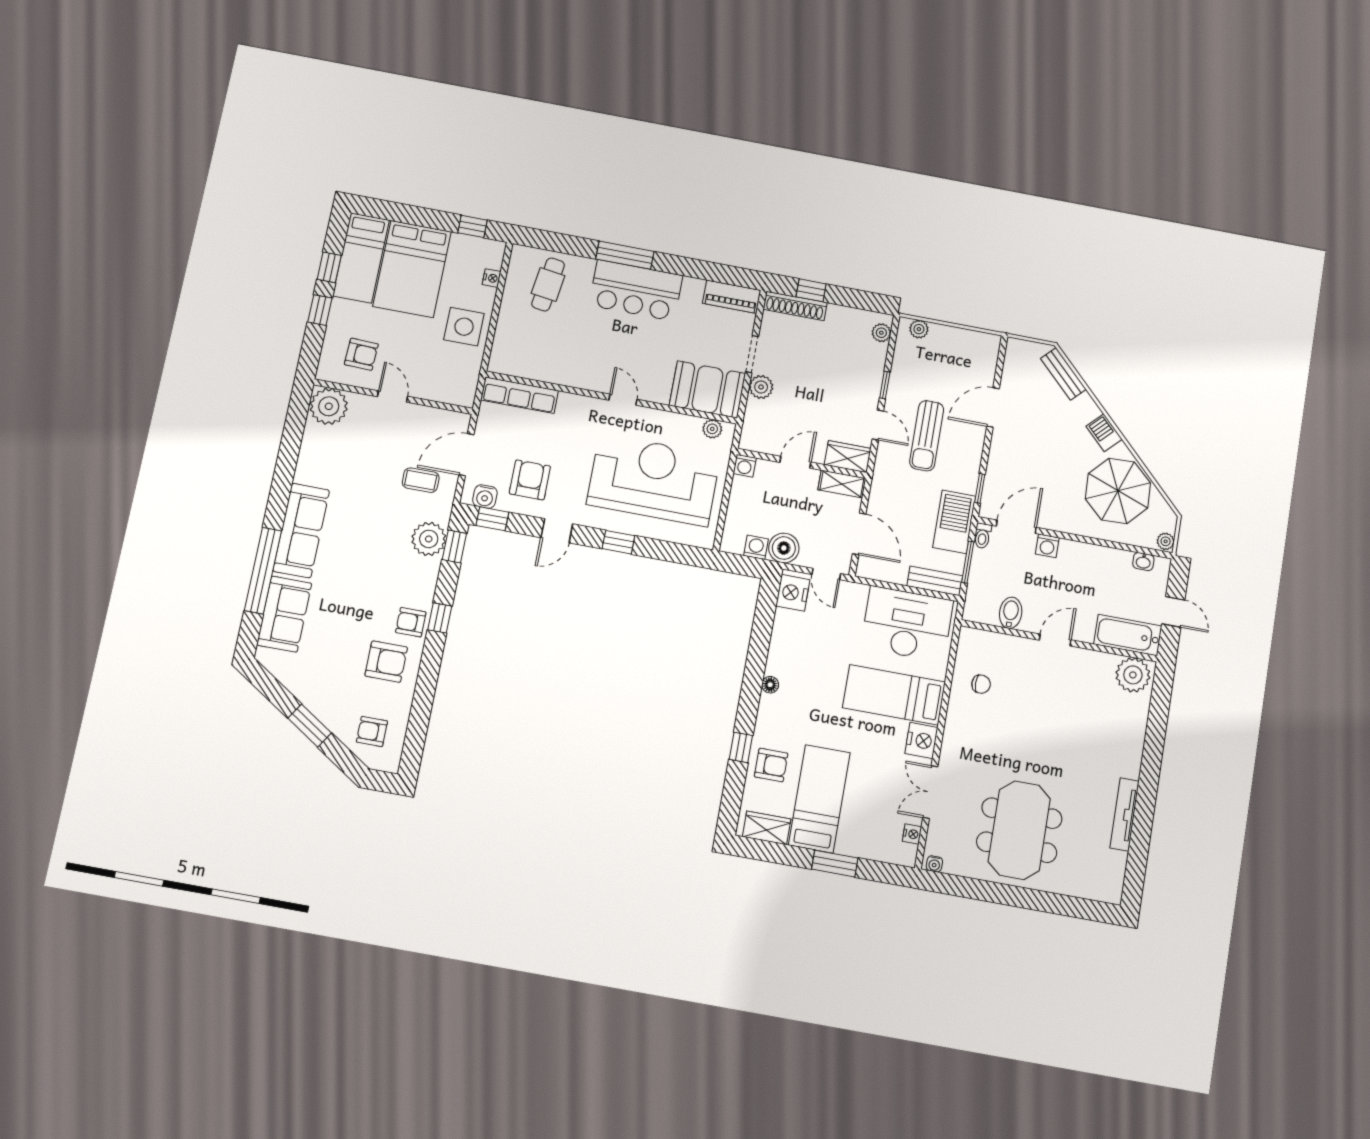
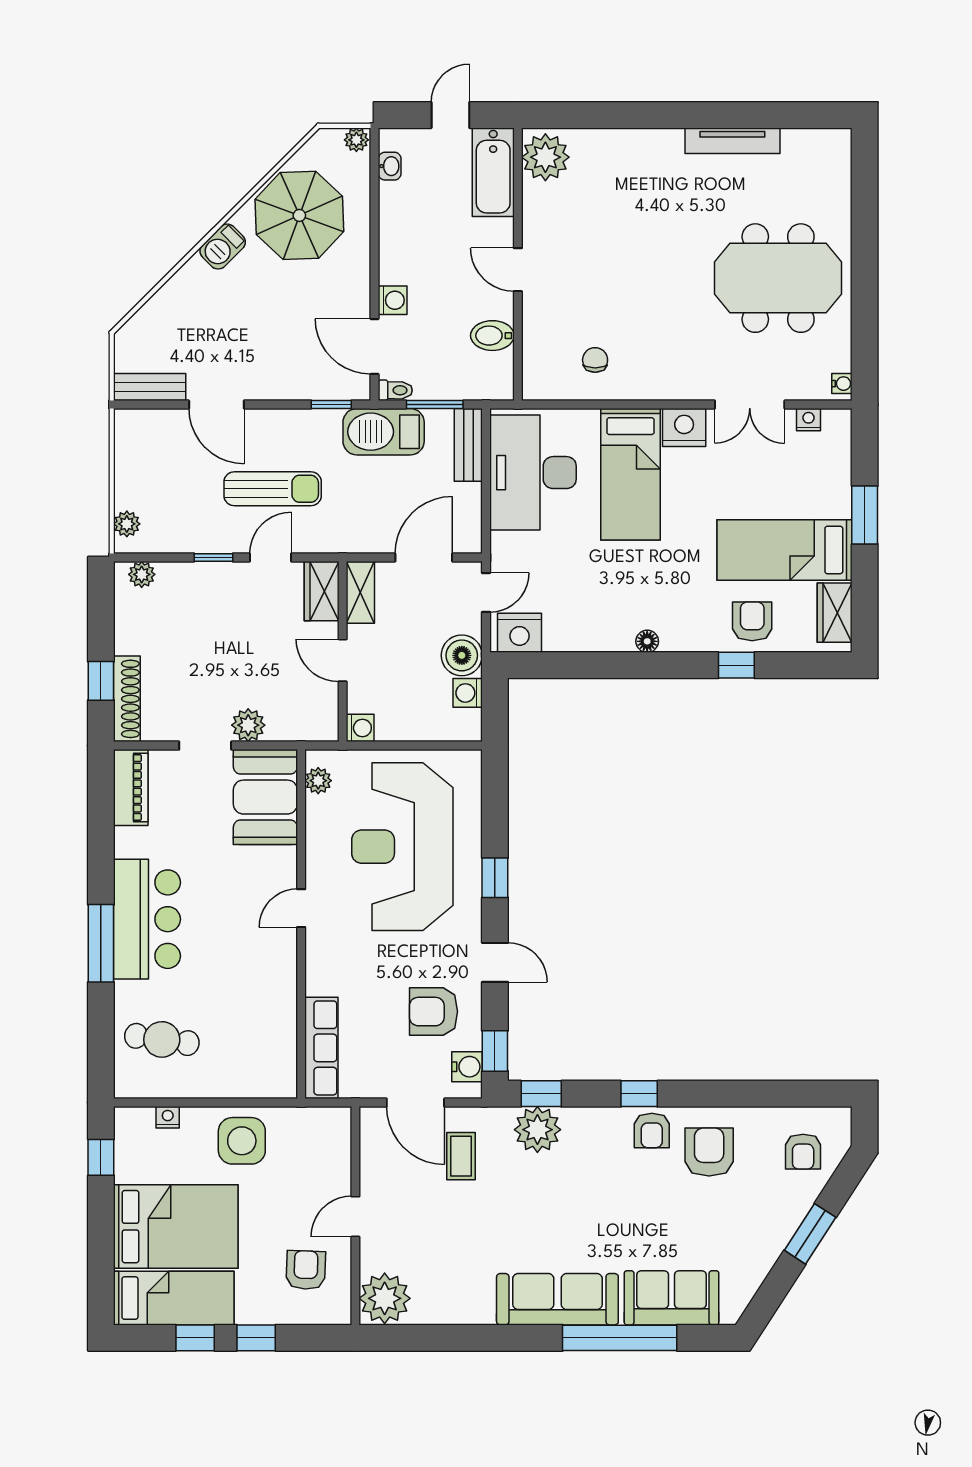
bench: (1063, 374) -> (150, 387), moved, turned 45

